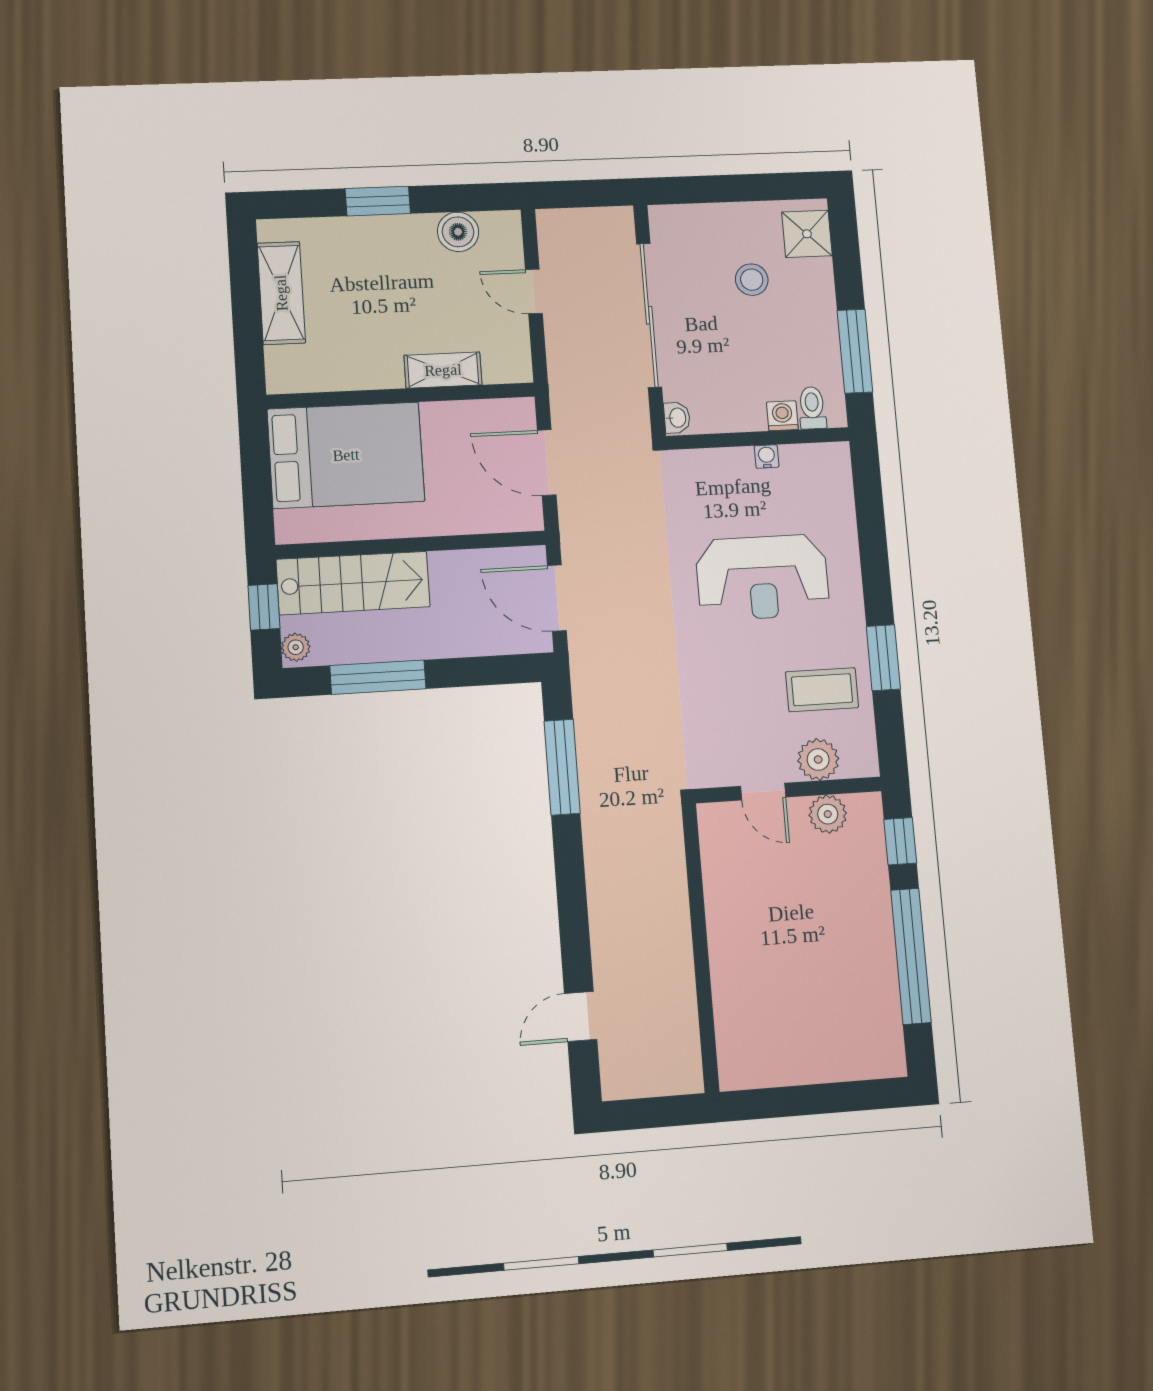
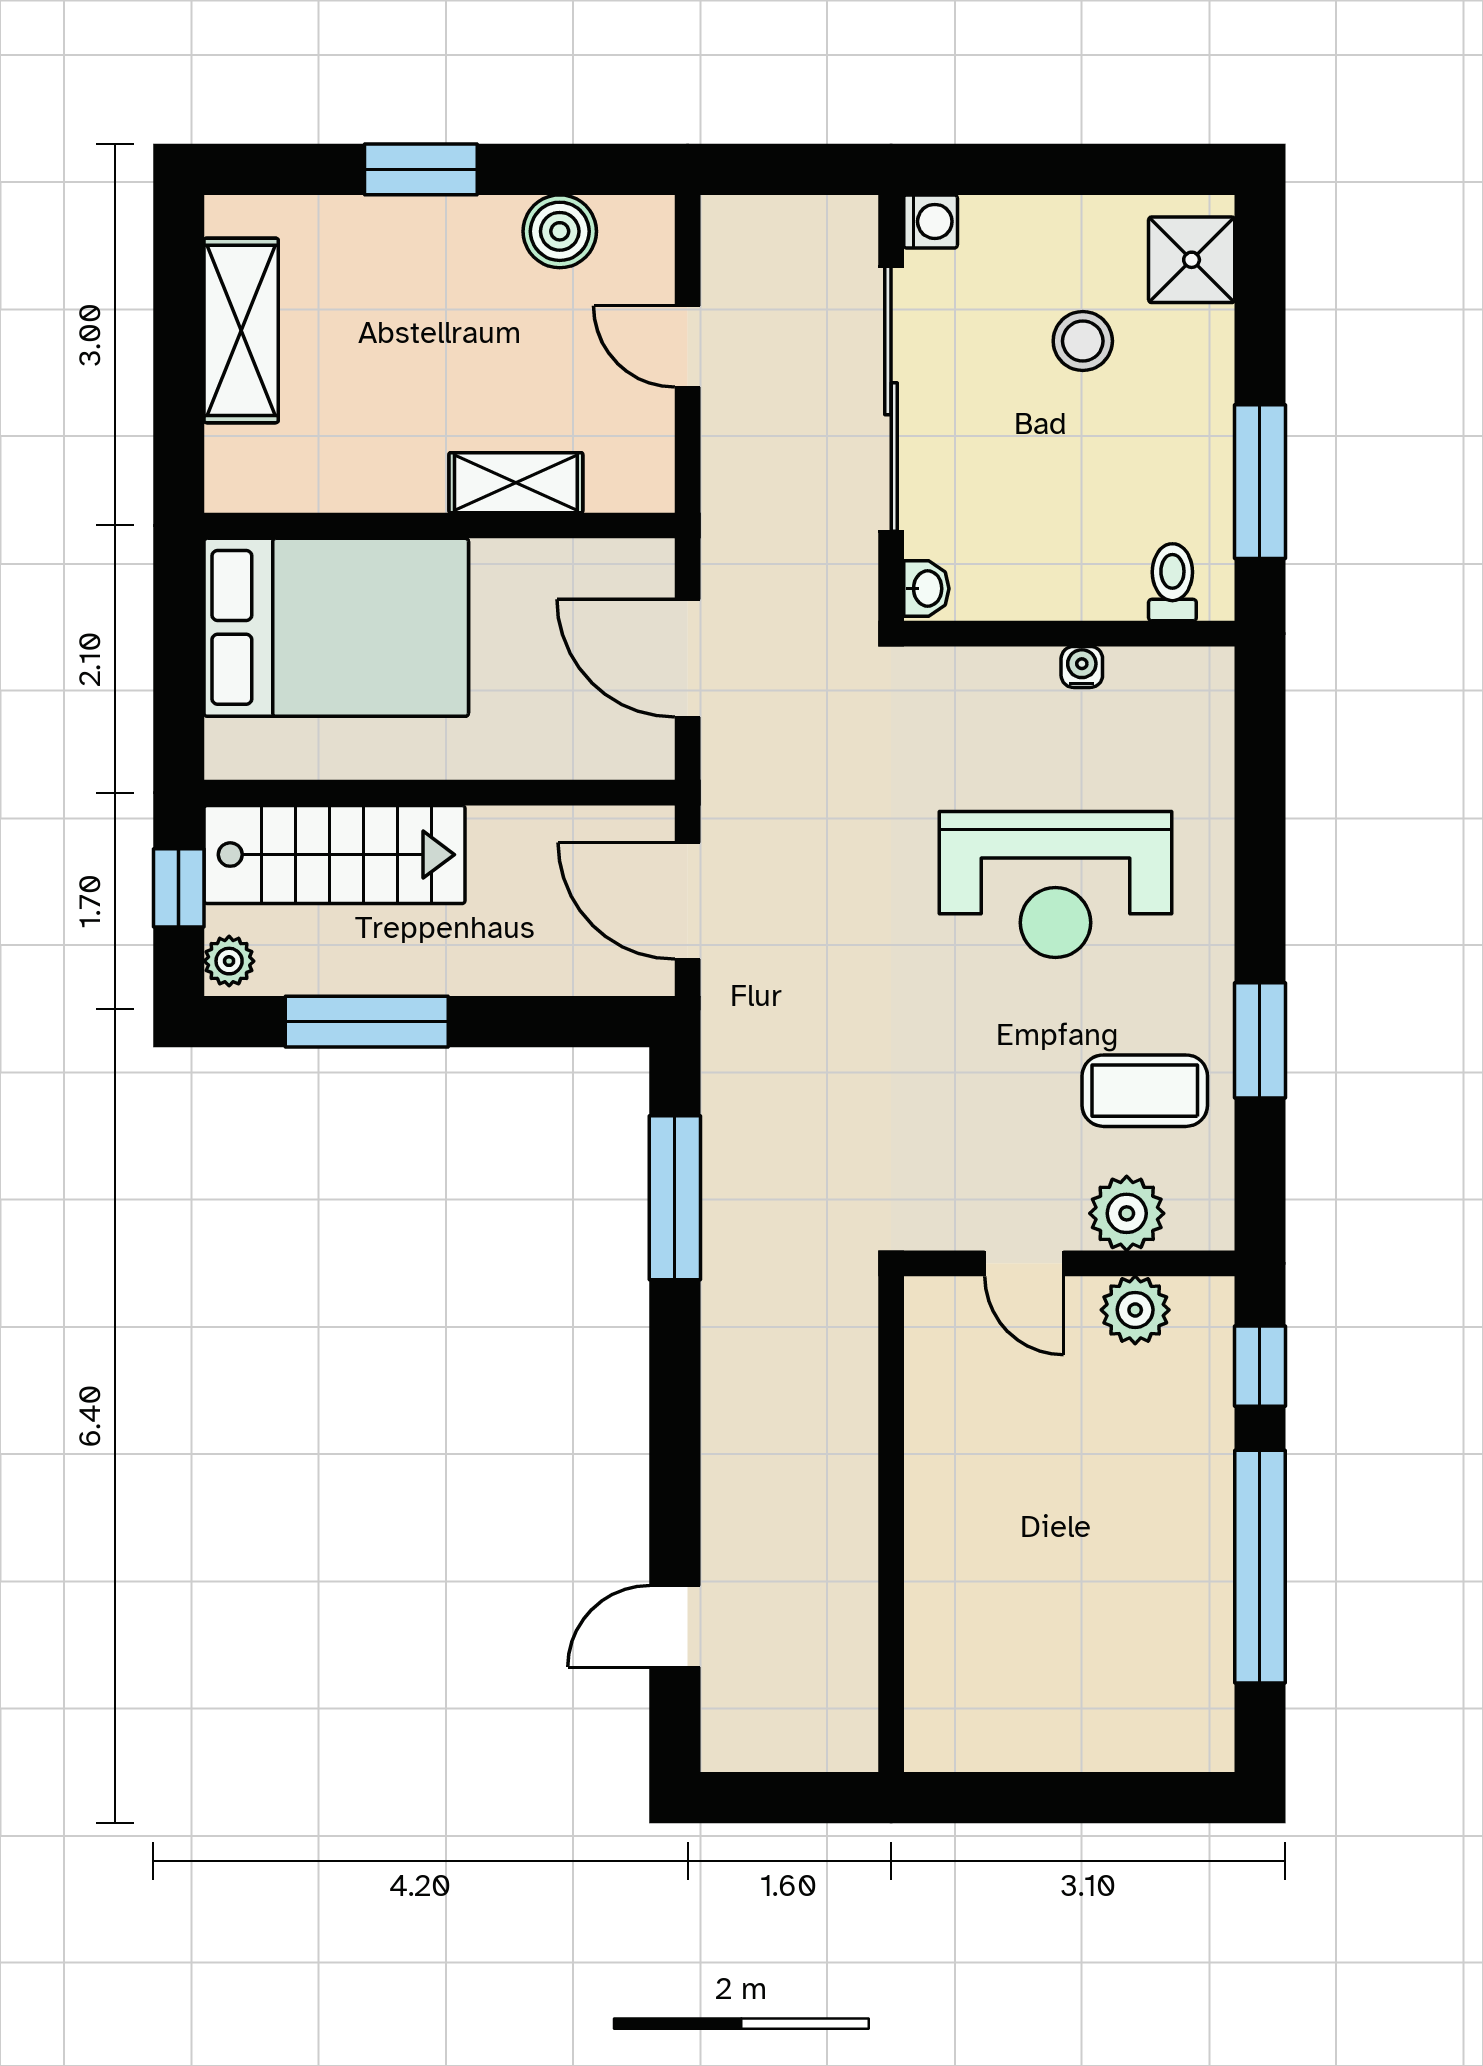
washing machine: (782, 416) -> (931, 221), moved, turned 90

